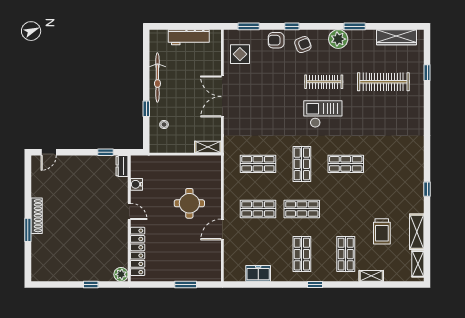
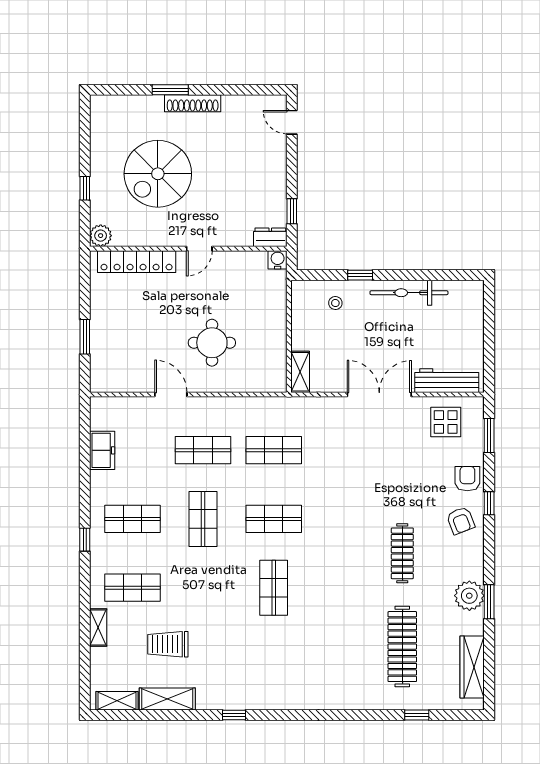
workbench: (189, 37) -> (447, 381), moved, turned 90
plant: (338, 39) -> (469, 596), moved
checkout: (323, 114) -> (352, 552), removed
shop shelf: (258, 164) -> (274, 450), turned 90
water cooler: (136, 184) -> (278, 260), moved
shop shelf: (258, 209) -> (203, 450), turned 90
spiral stairs: (82, 238) -> (158, 174), added

